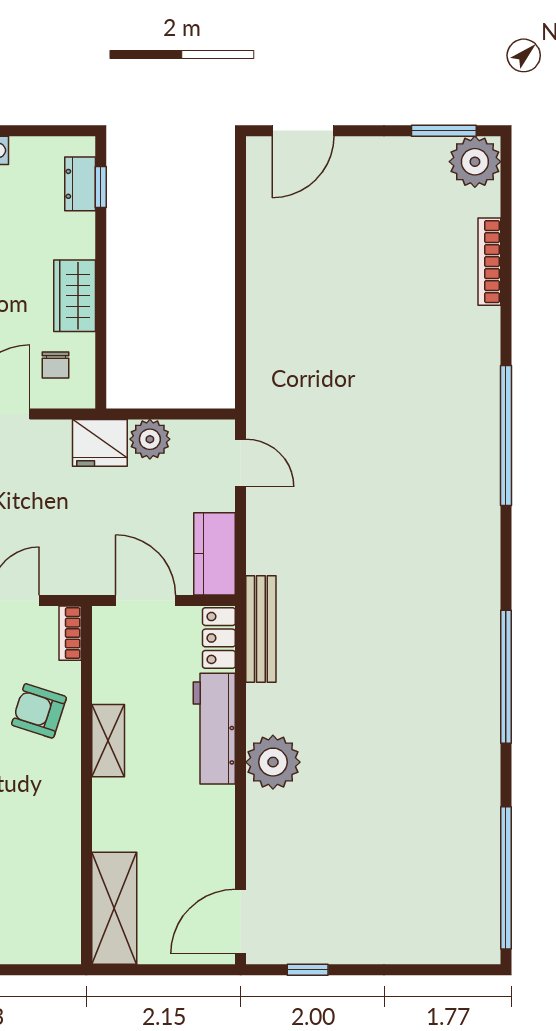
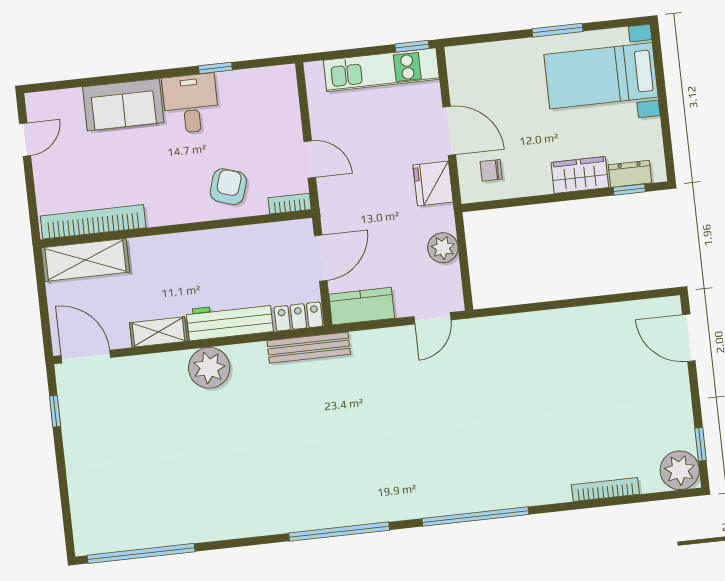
window: (444, 131) -> (701, 444), width x0.67
wardrobe: (75, 296) -> (580, 175), moved
fridge: (100, 443) -> (433, 183), moved
window: (506, 677) -> (339, 532), moved
shelving: (108, 741) -> (158, 332), moved
bookcase: (66, 893) -> (93, 222), added

